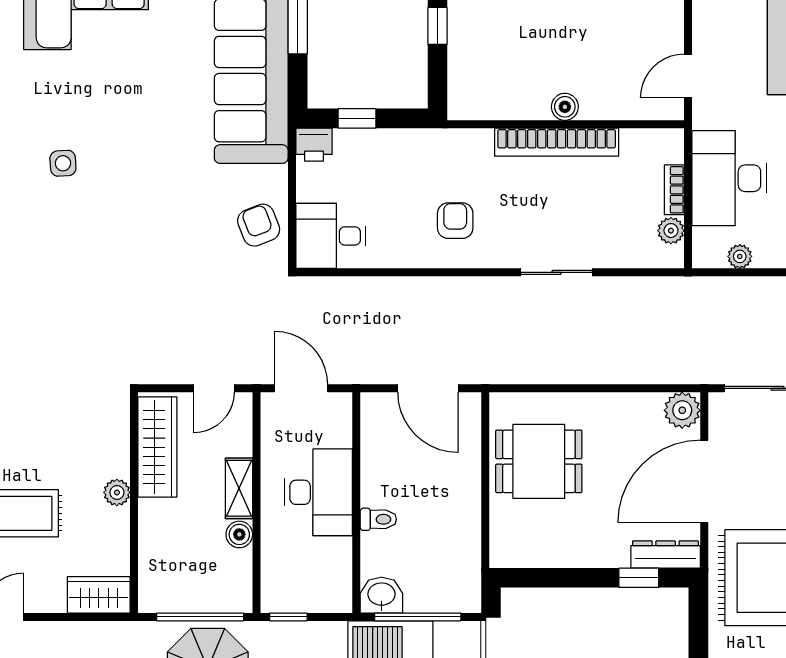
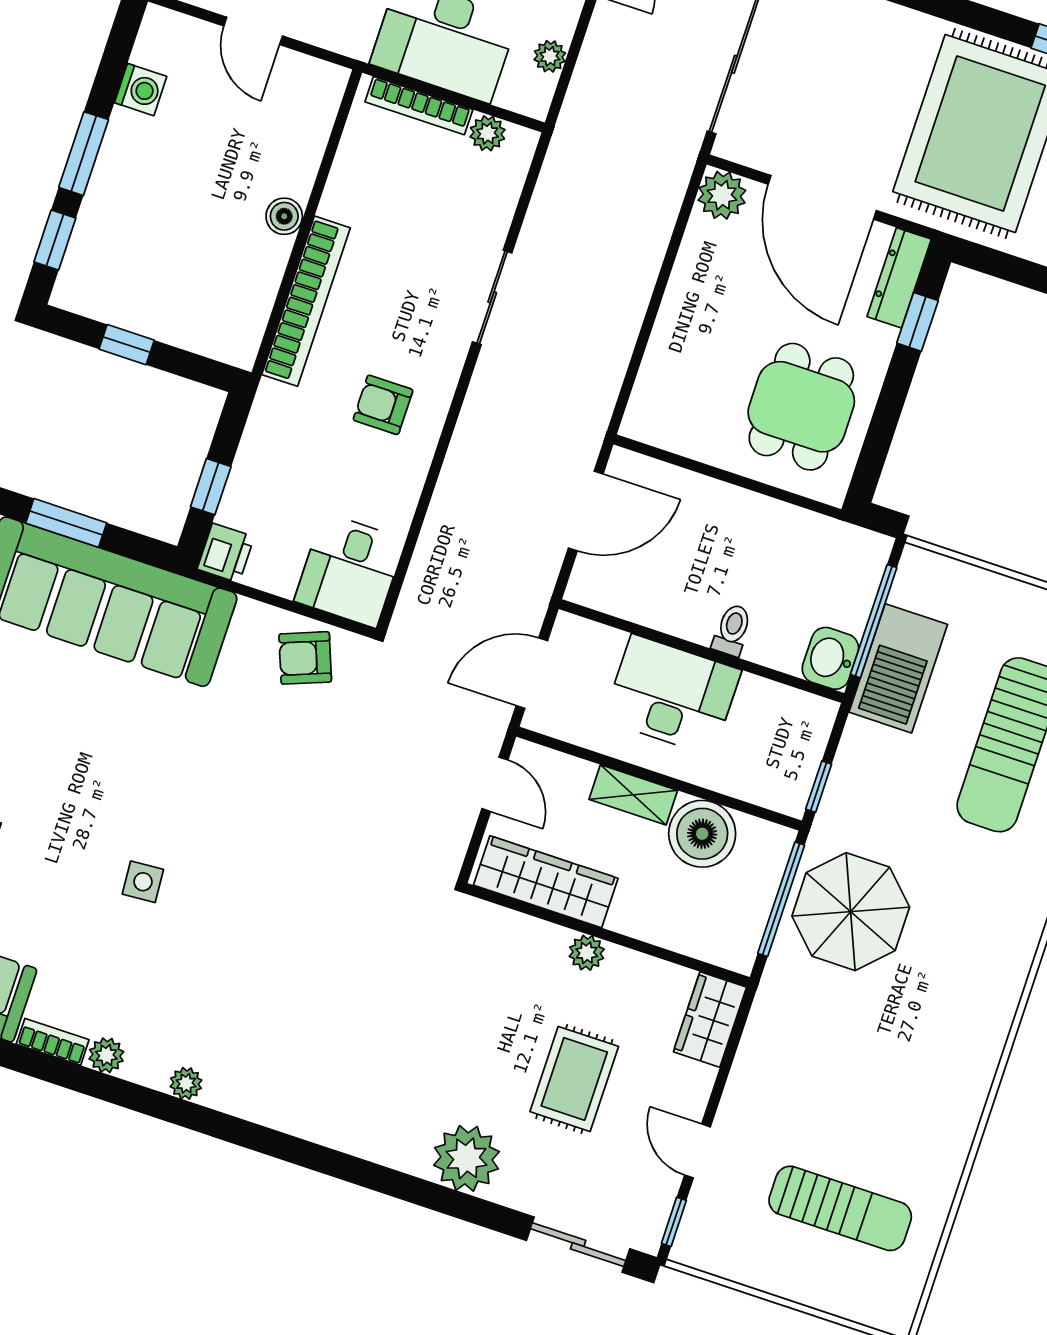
door: (688, 76) -> (253, 31), moved
bookcase: (557, 142) -> (306, 301), moved
bookcase: (674, 190) -> (419, 106), width x1.56
dining table: (539, 461) -> (801, 407), moved
boiler: (239, 534) -> (702, 834), width x1.86, depth x1.86

